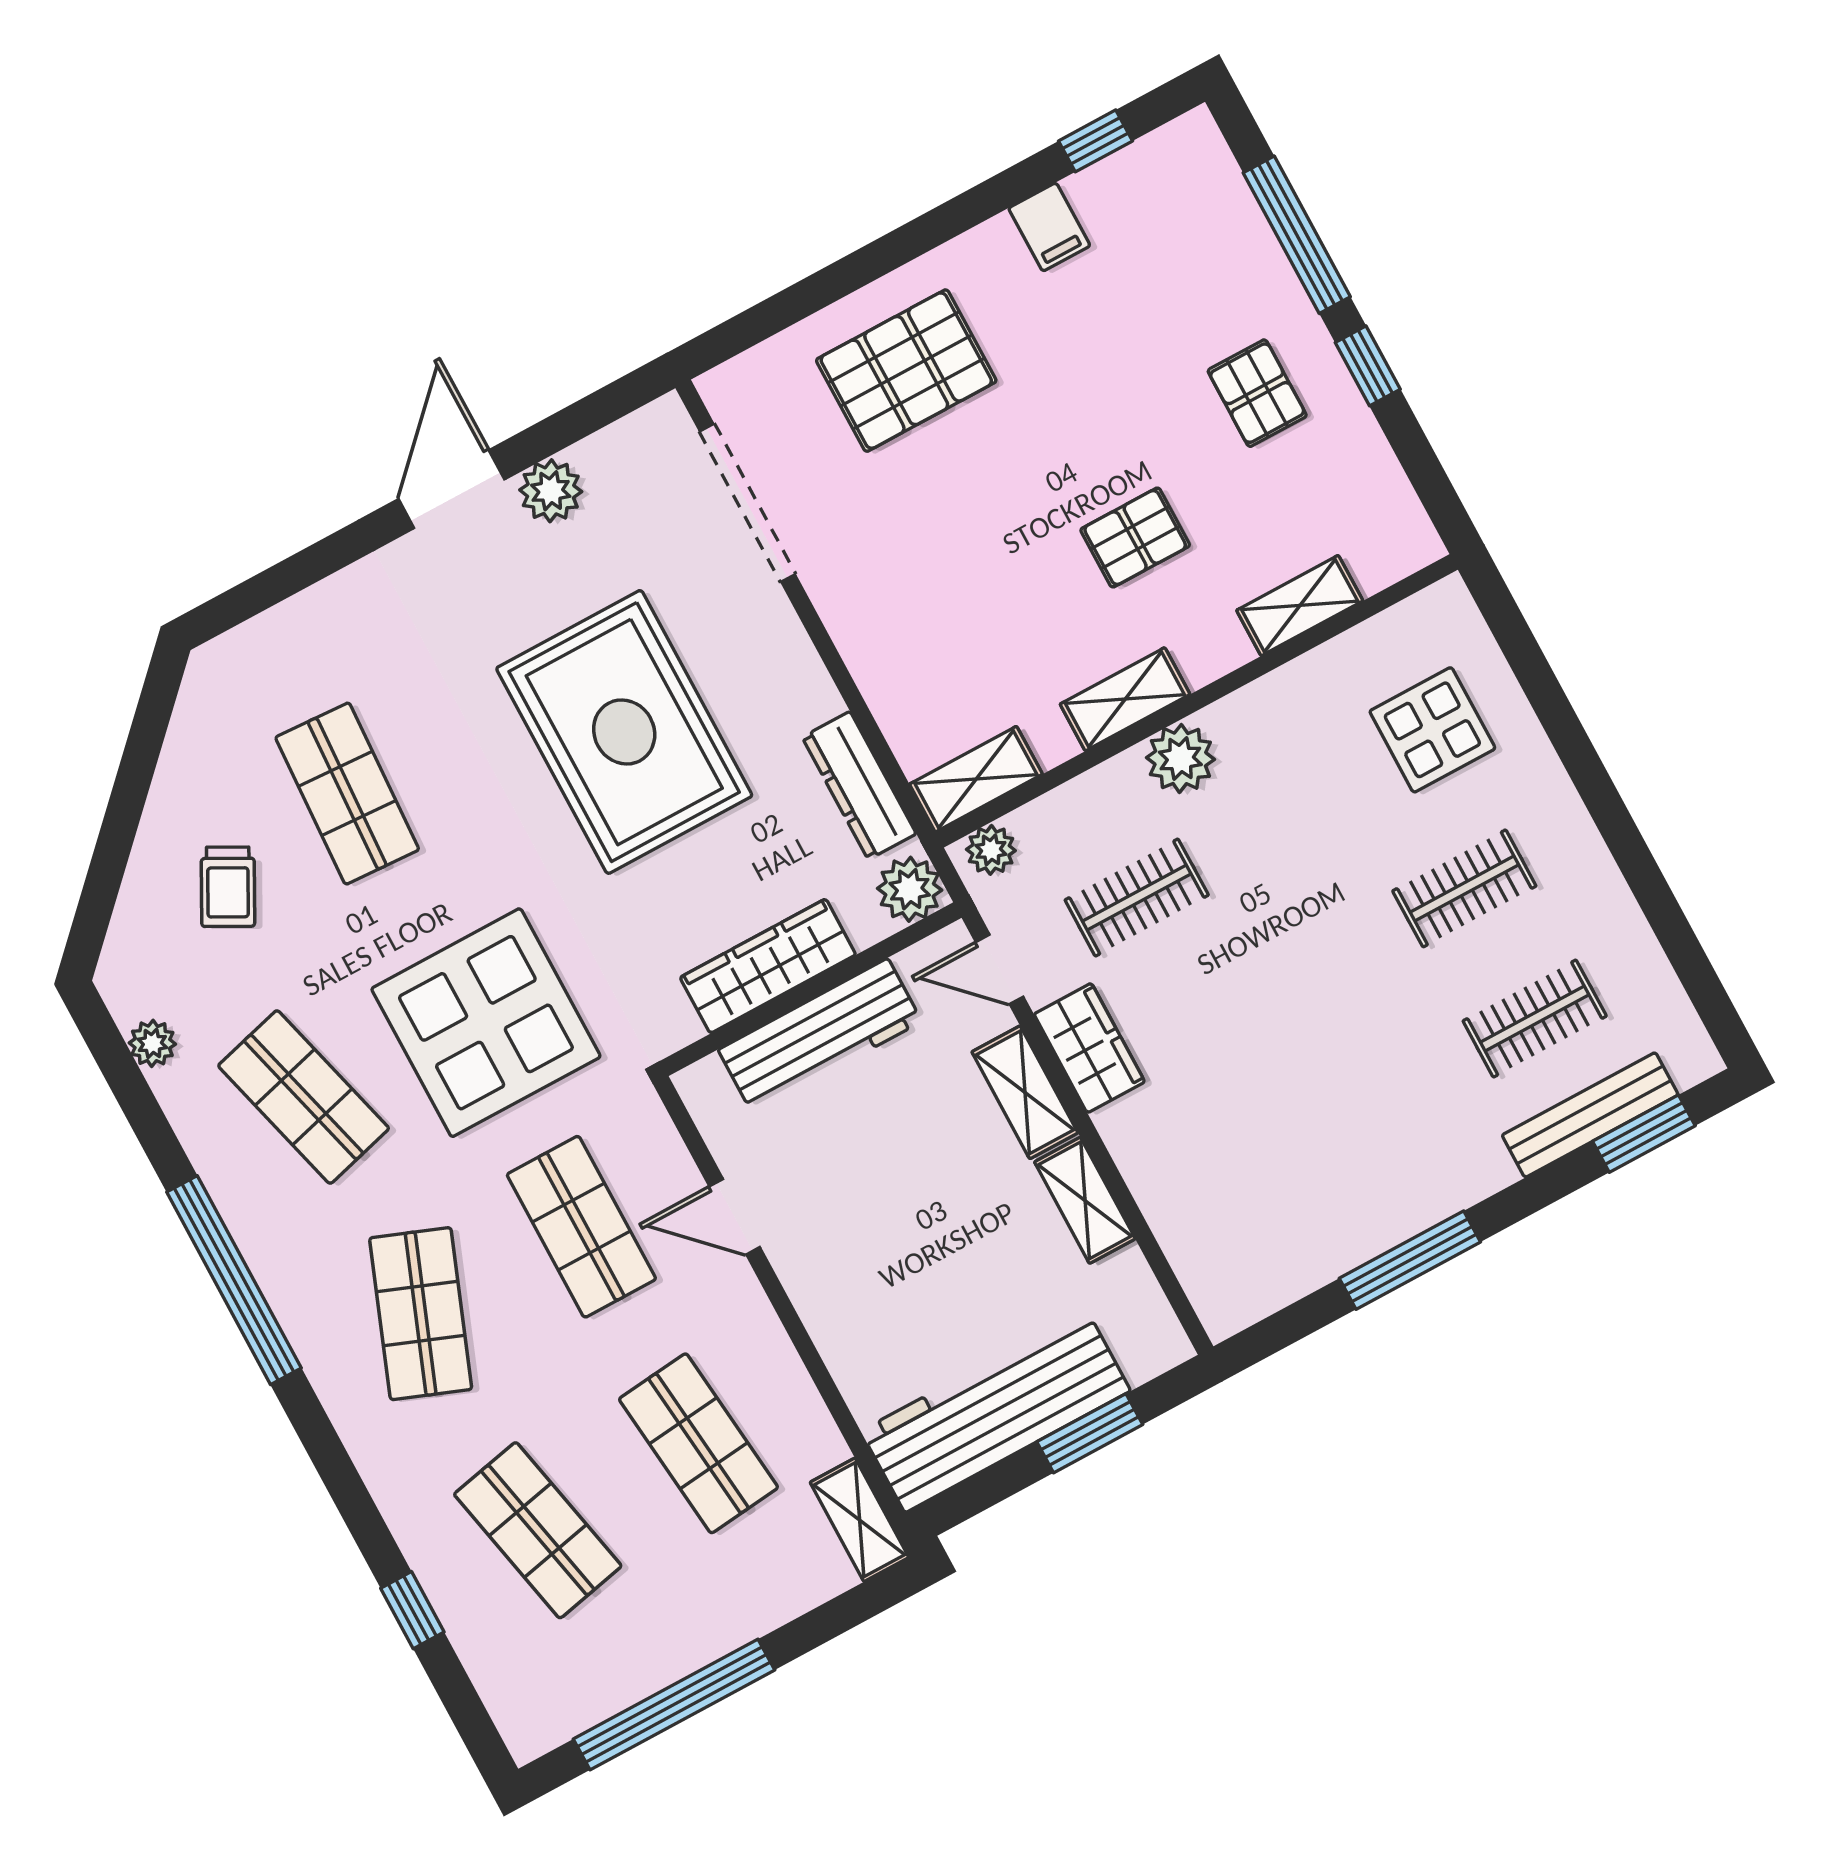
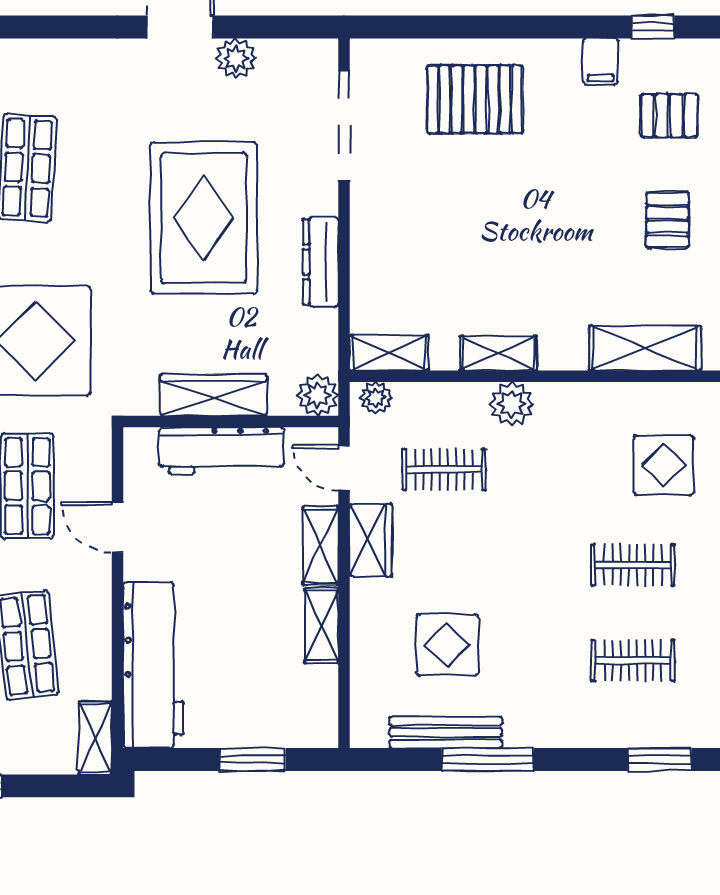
pallet: (1135, 538) -> (669, 116), moved
shelving: (1300, 606) -> (645, 348), width x1.50, depth x1.33
dresser: (859, 785) -> (321, 262), moved
bench: (1590, 1115) -> (446, 732), moved
display table: (1270, 1134) -> (447, 645), added
workbench: (996, 1411) -> (153, 665), moved, turned 90

